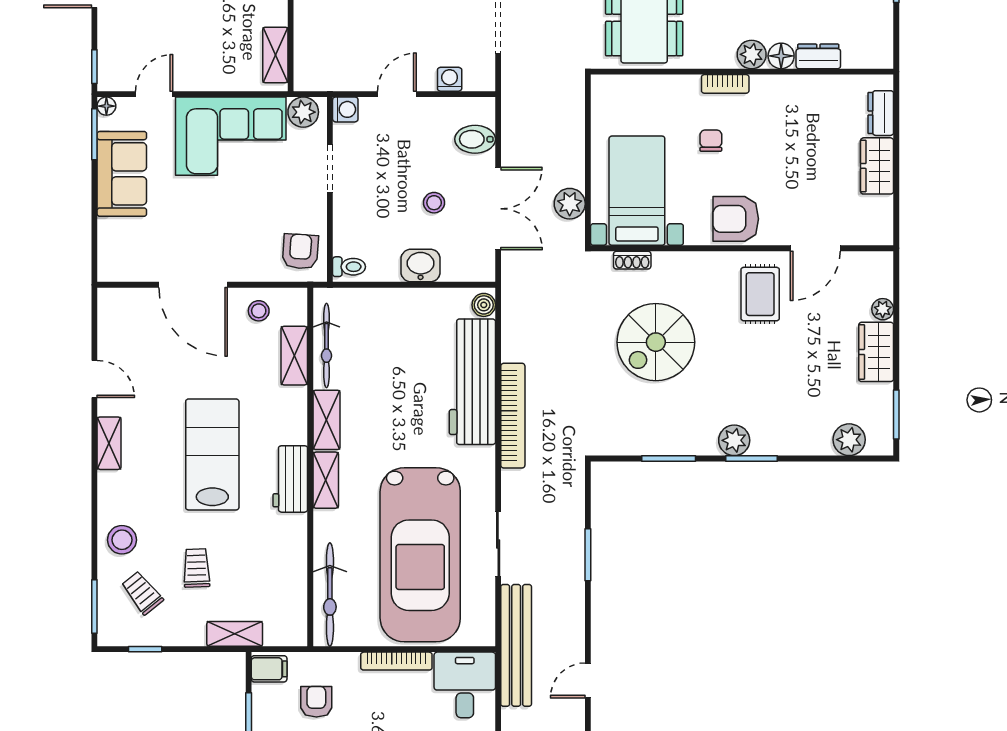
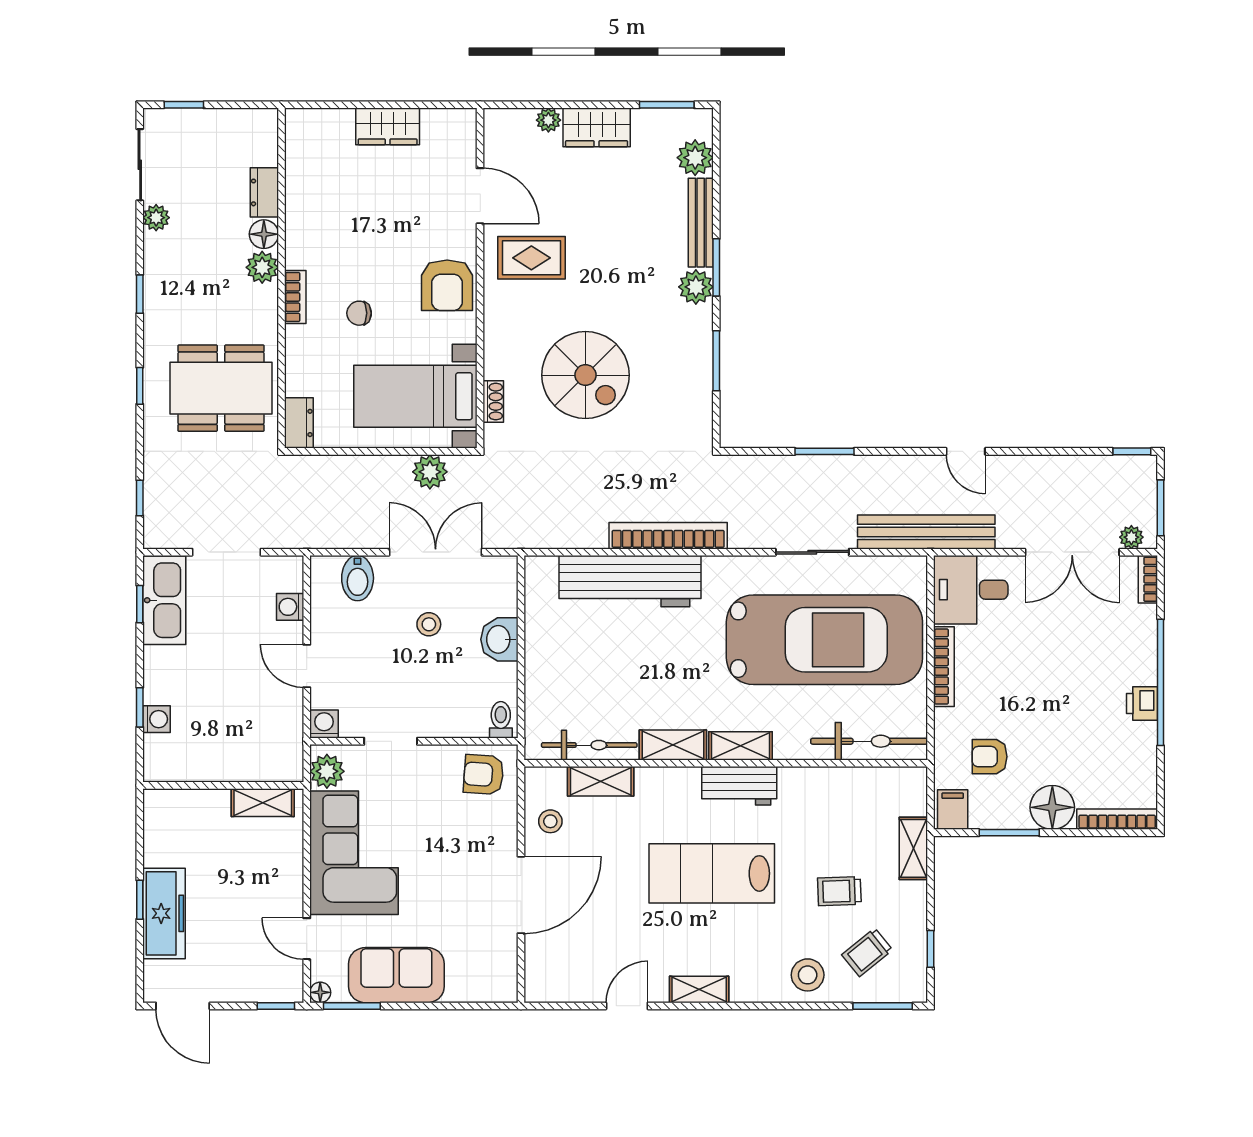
dresser: (881, 113) -> (299, 423), moved, turned -90
boiler: (484, 305) -> (544, 568), removed
bench: (791, 445) -> (701, 223), added

